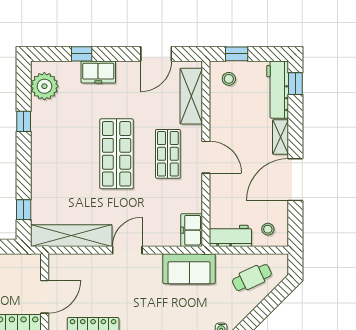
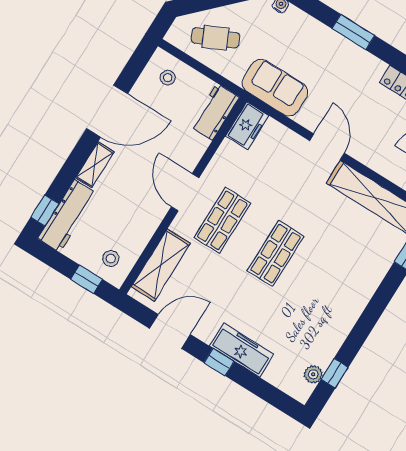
window: (82, 54) -> (219, 362), moved
freezer: (98, 72) -> (242, 350), width x1.40
plant: (44, 86) -> (313, 374), width x0.53, depth x0.53
window: (24, 121) -> (335, 373), moved
shop shelf: (117, 154) -> (276, 254), width x0.70, depth x0.74
workbench: (230, 236) -> (215, 112), moved, turned 90
door: (127, 250) -> (327, 147), swing flipped

